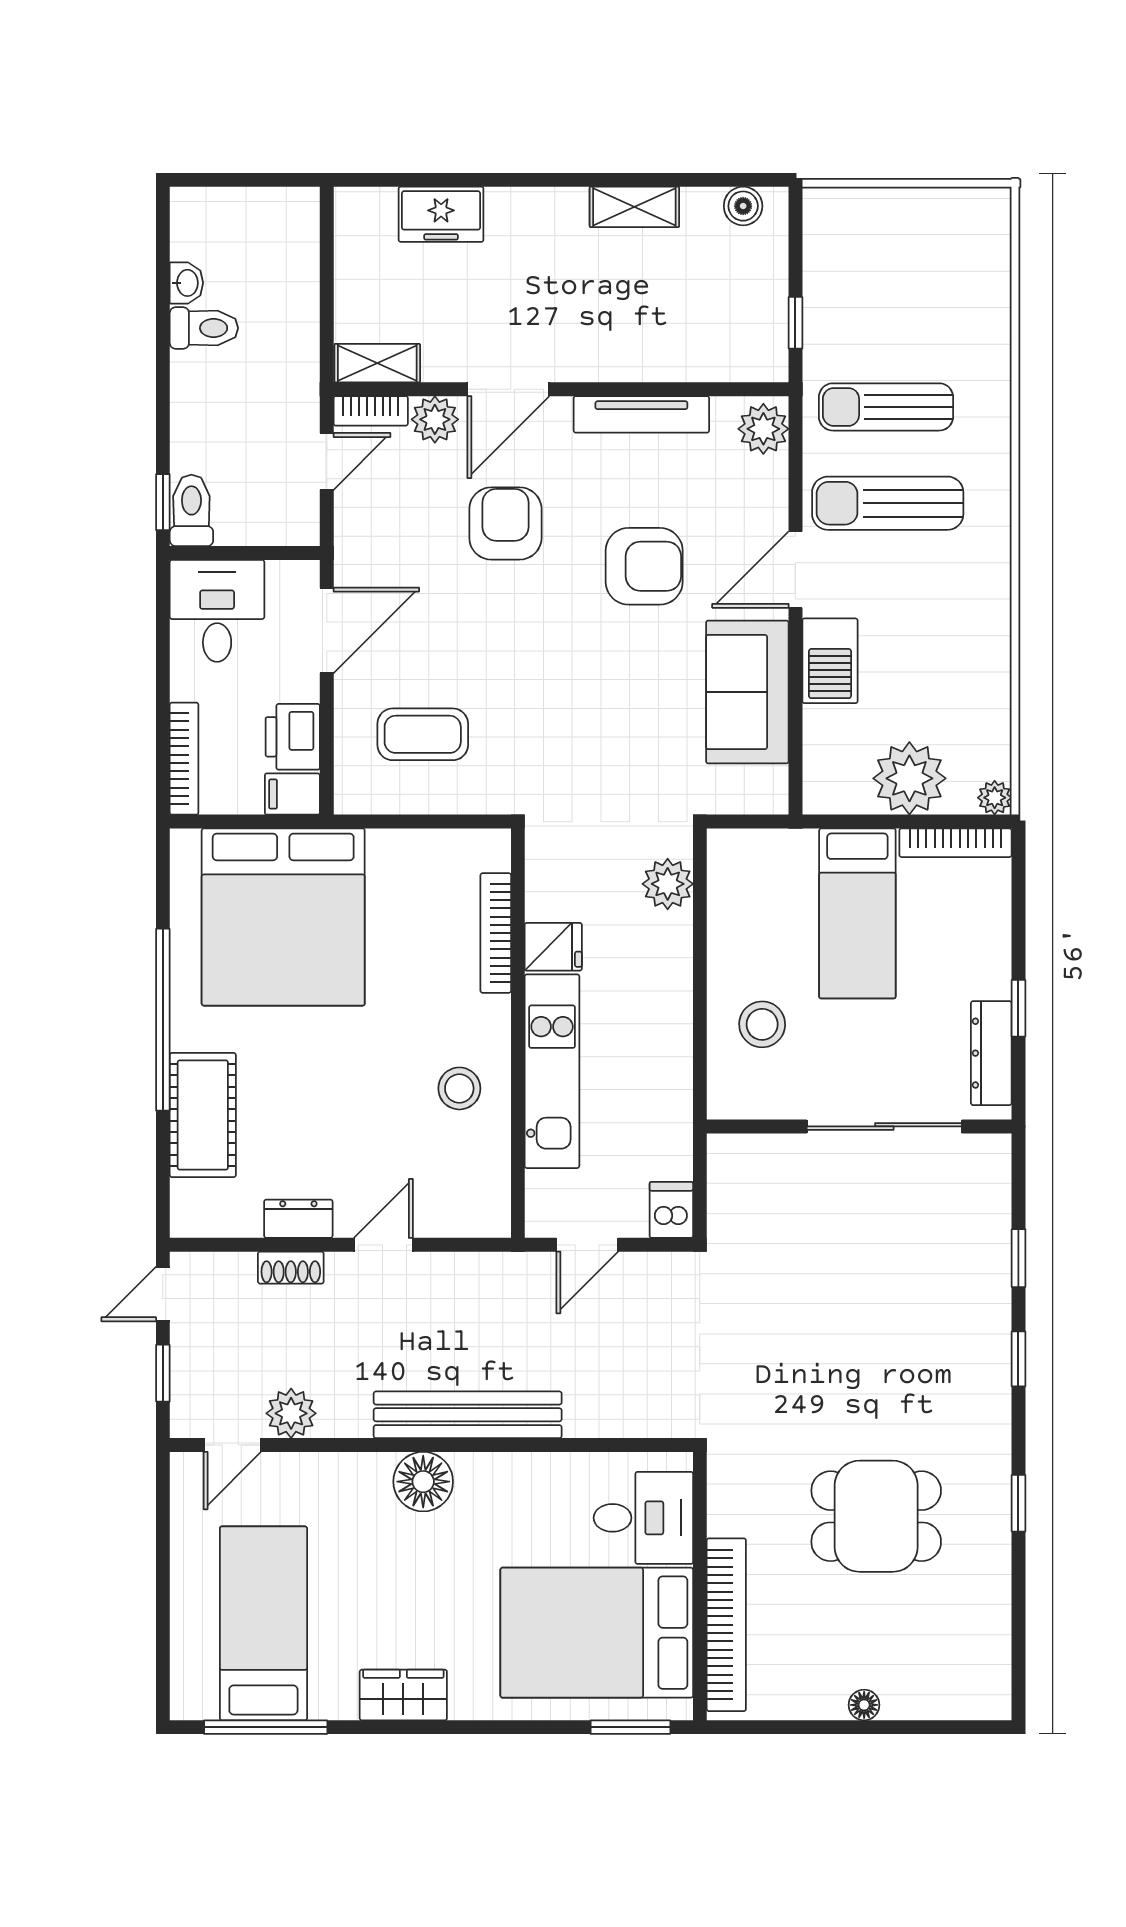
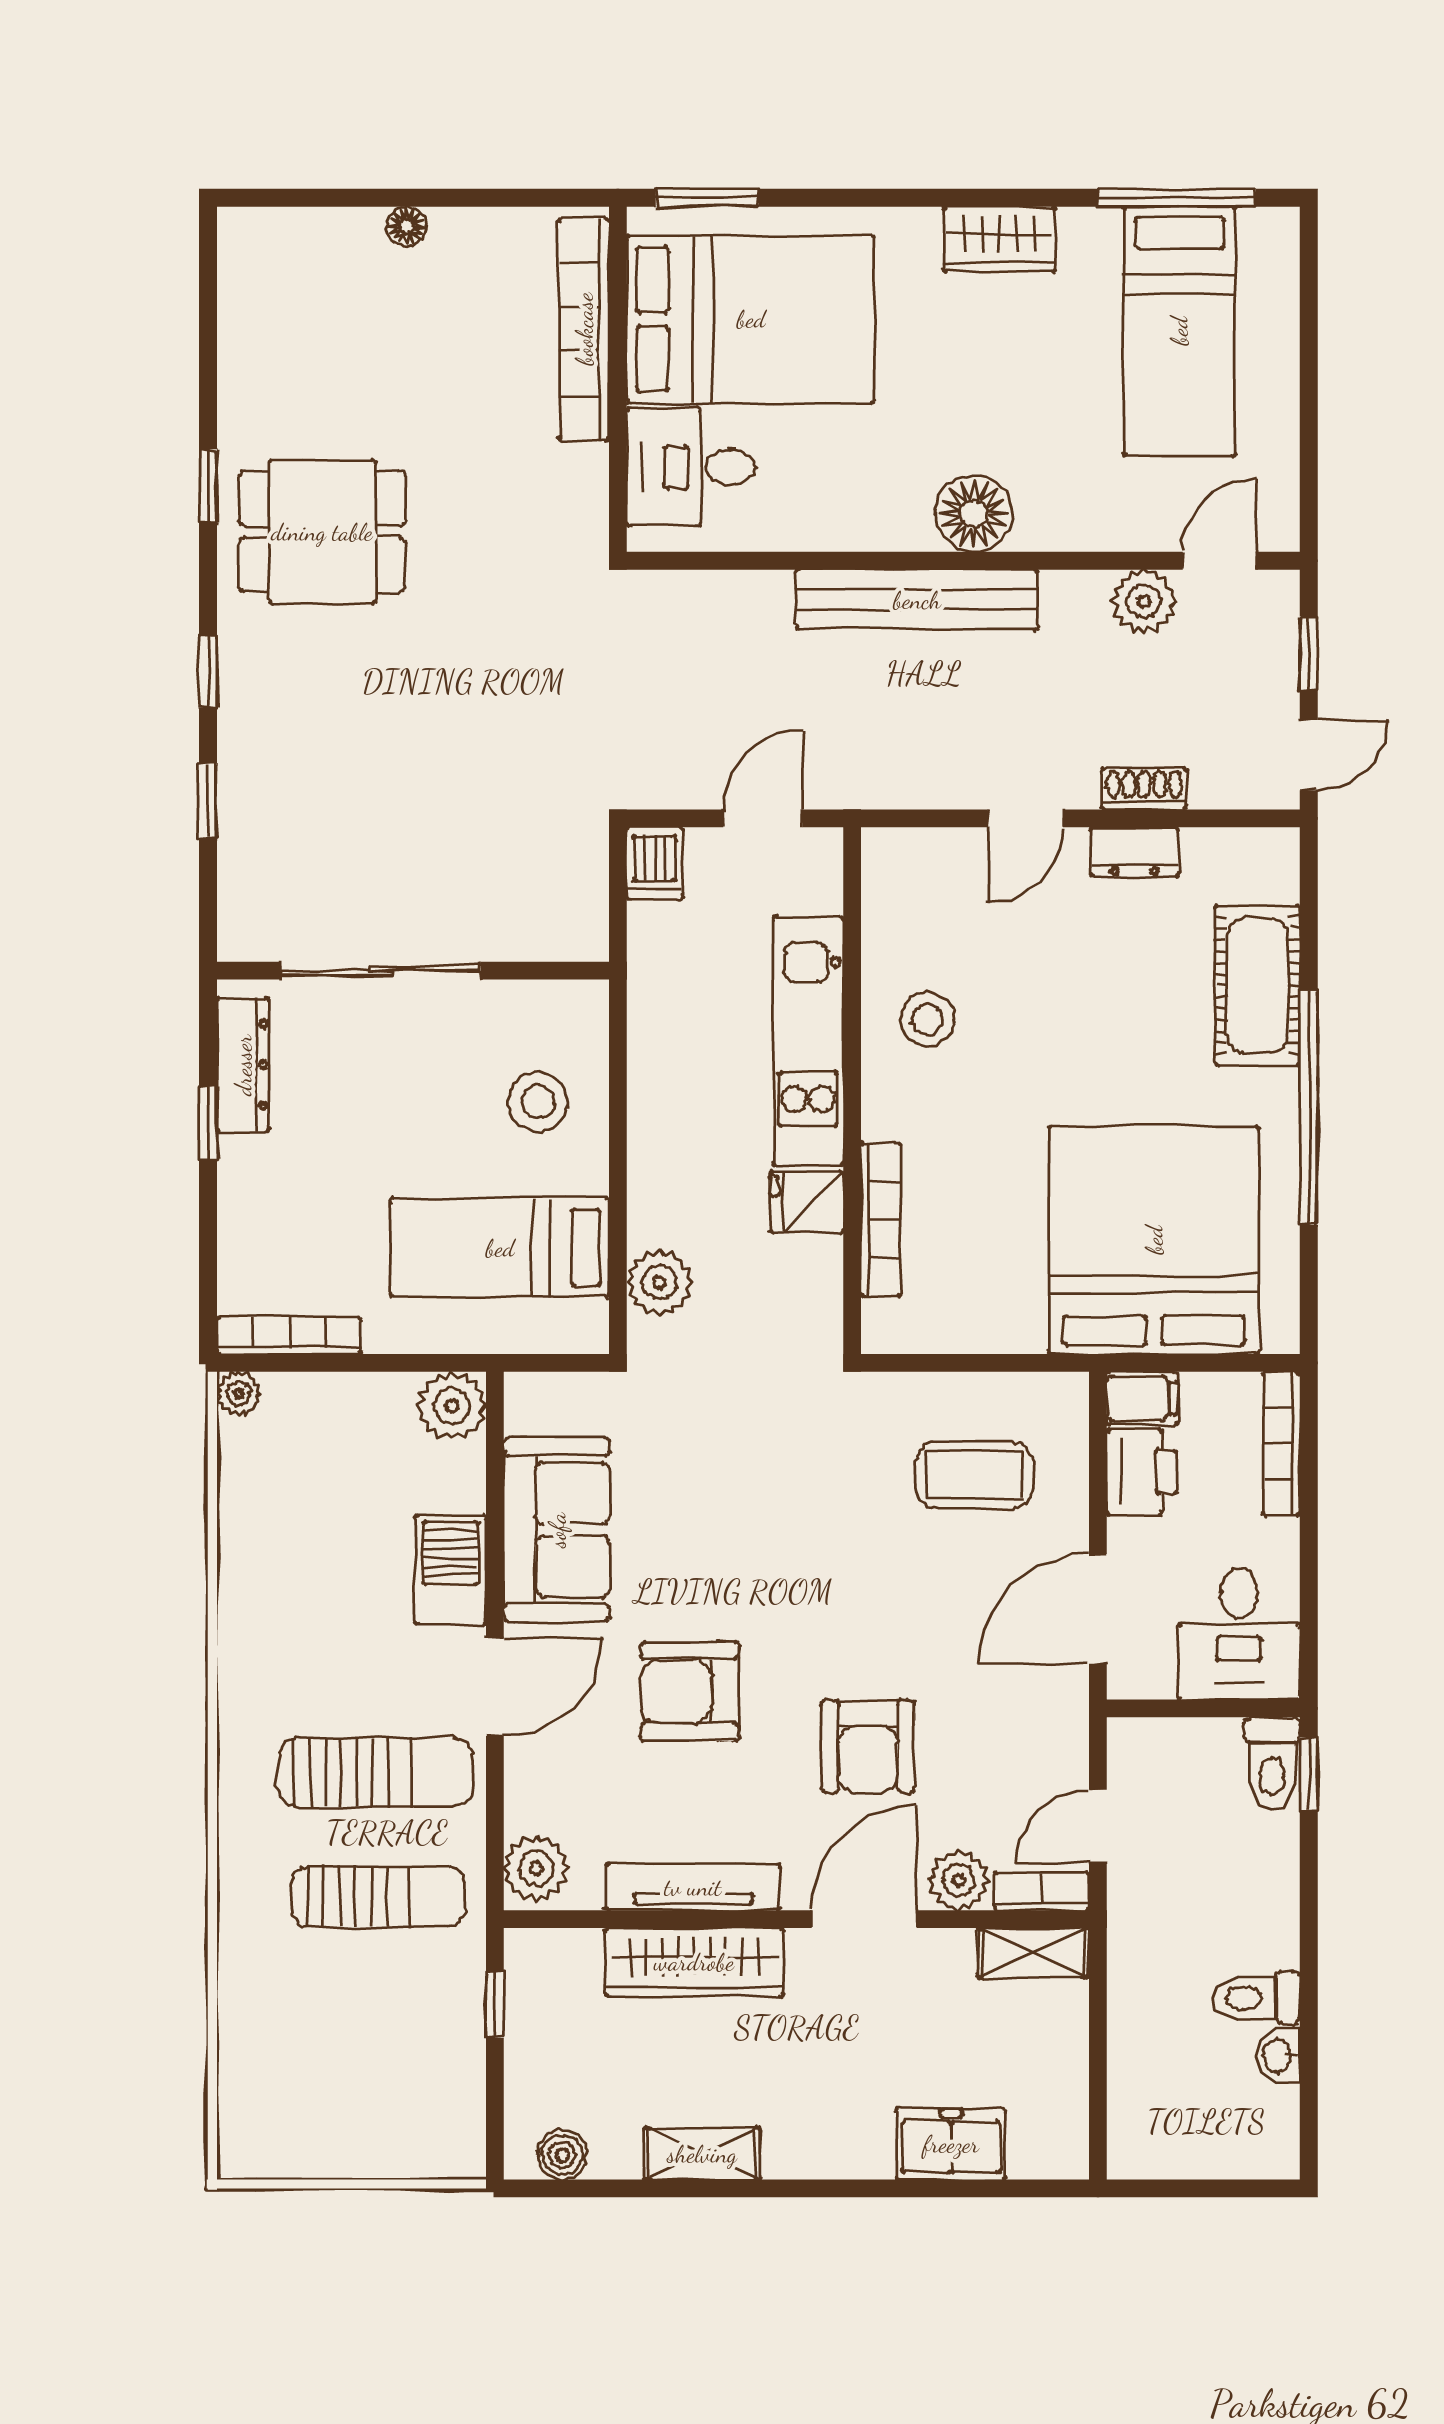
wardrobe: (640, 356) -> (694, 1962), added
plant: (909, 778) -> (452, 1406), moved, width x0.73, depth x0.73
bed: (857, 913) -> (500, 1248), moved, turned -90
dining table: (876, 1516) -> (322, 532), moved

